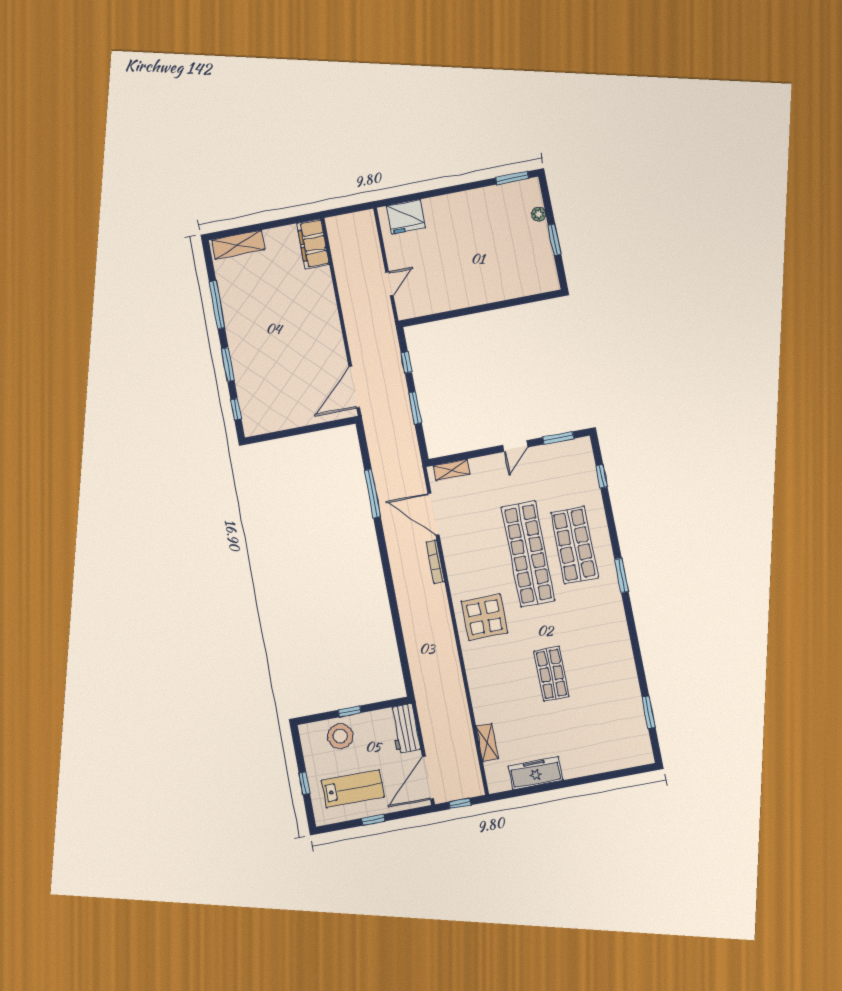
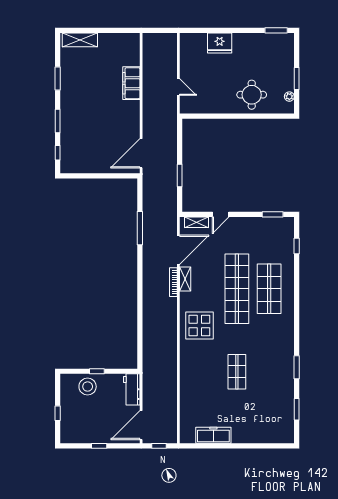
plant: (539, 214) -> (289, 97), moved
fridge: (406, 217) -> (220, 43), moved
filing cabinet: (313, 244) -> (131, 83), moved
round table: (495, 274) -> (252, 95), added
door: (389, 284) -> (178, 87), hinge flipped
window: (217, 305) -> (58, 79), width x0.69
window: (406, 363) -> (180, 143), removed
door: (515, 446) -> (221, 214), moved
door: (433, 514) -> (178, 250), swing flipped
window: (621, 575) -> (297, 367), moved
shelving: (487, 742) -> (185, 279), moved
lab bench: (353, 789) -> (89, 423), removed

